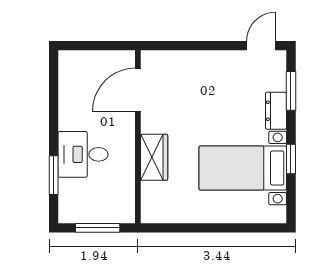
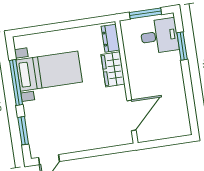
dresser: (276, 111) -> (110, 38), moved, turned 180
desk: (83, 154) -> (159, 36), moved
window: (291, 159) -> (16, 83), width x2.17

